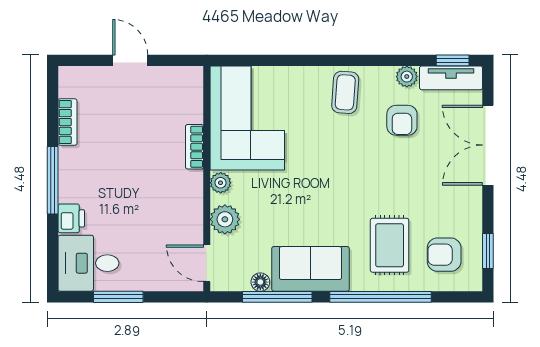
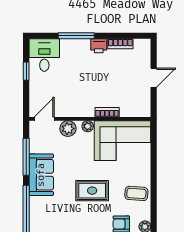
window: (53, 180) -> (76, 36), moved
printer: (71, 218) -> (99, 46), moved
rug: (390, 245) -> (92, 191), moved
floor lamp: (260, 282) -> (34, 148), removed
window: (118, 297) -> (26, 71), width x0.67

